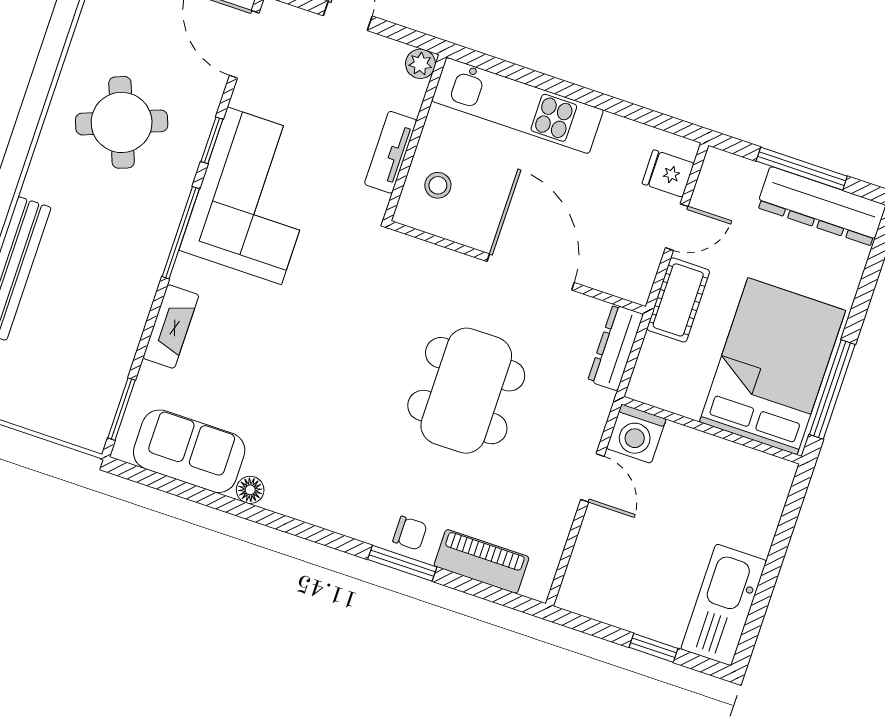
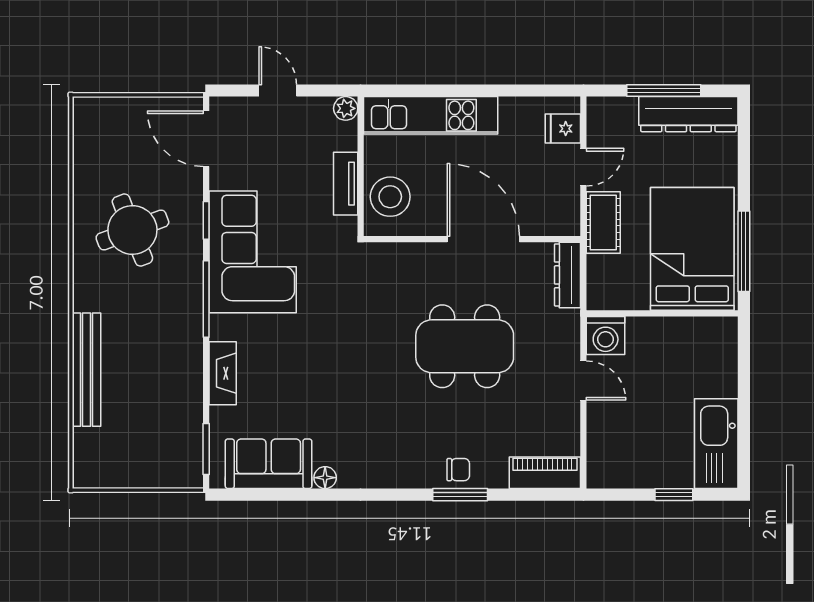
stool: (438, 185) -> (390, 197), width x1.89, depth x1.89
dining table: (466, 391) -> (465, 346), turned 90
piano: (482, 561) -> (545, 473), moved

